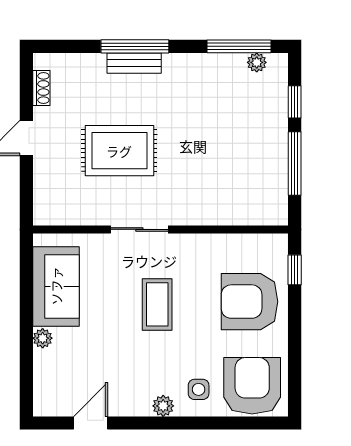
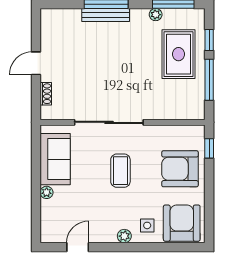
plant: (257, 62) -> (156, 15), moved
bench: (134, 63) -> (106, 15), width x1.36
shoe rack: (41, 88) -> (46, 94), moved
rug: (119, 151) -> (179, 54), moved, turned 90
sliding door: (139, 229) -> (109, 122), width x1.86

